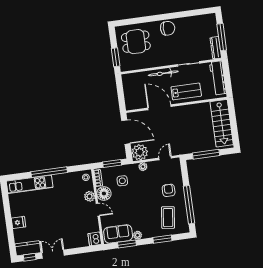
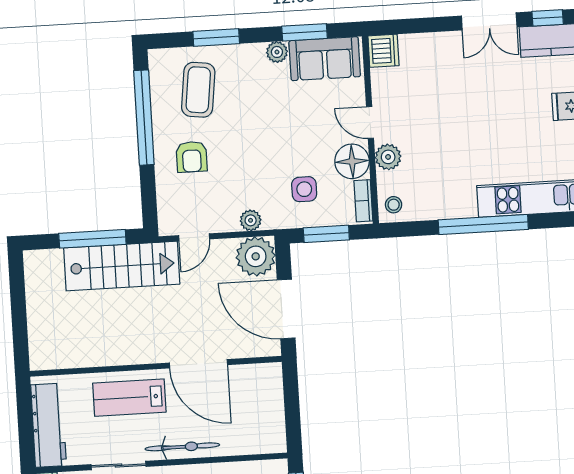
stairs: (222, 123) -> (122, 266), moved, turned 90

